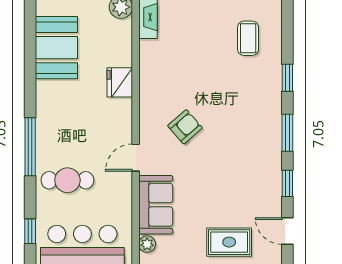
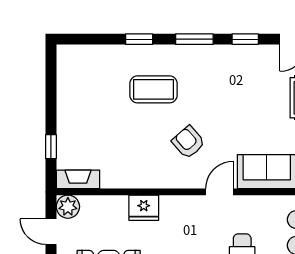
coffee table: (248, 38) -> (154, 89), moved, width x1.36, depth x1.30
door: (136, 158) -> (219, 192), swing flipped

